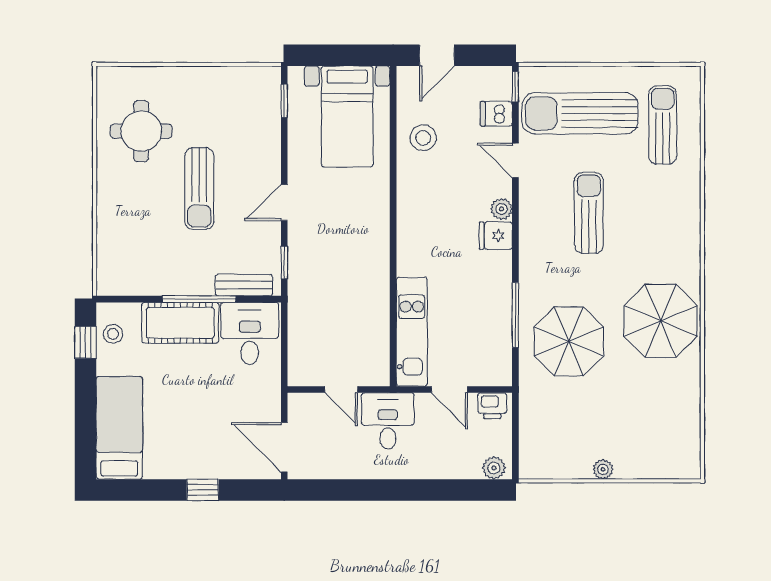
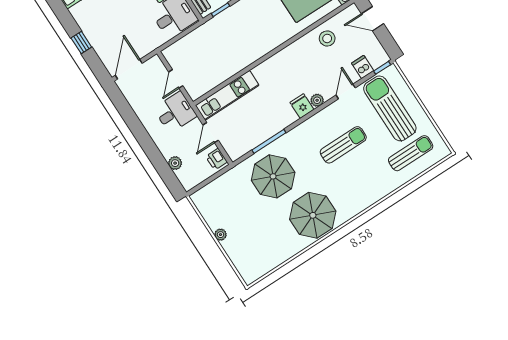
plant: (494, 468) -> (175, 163), moved

